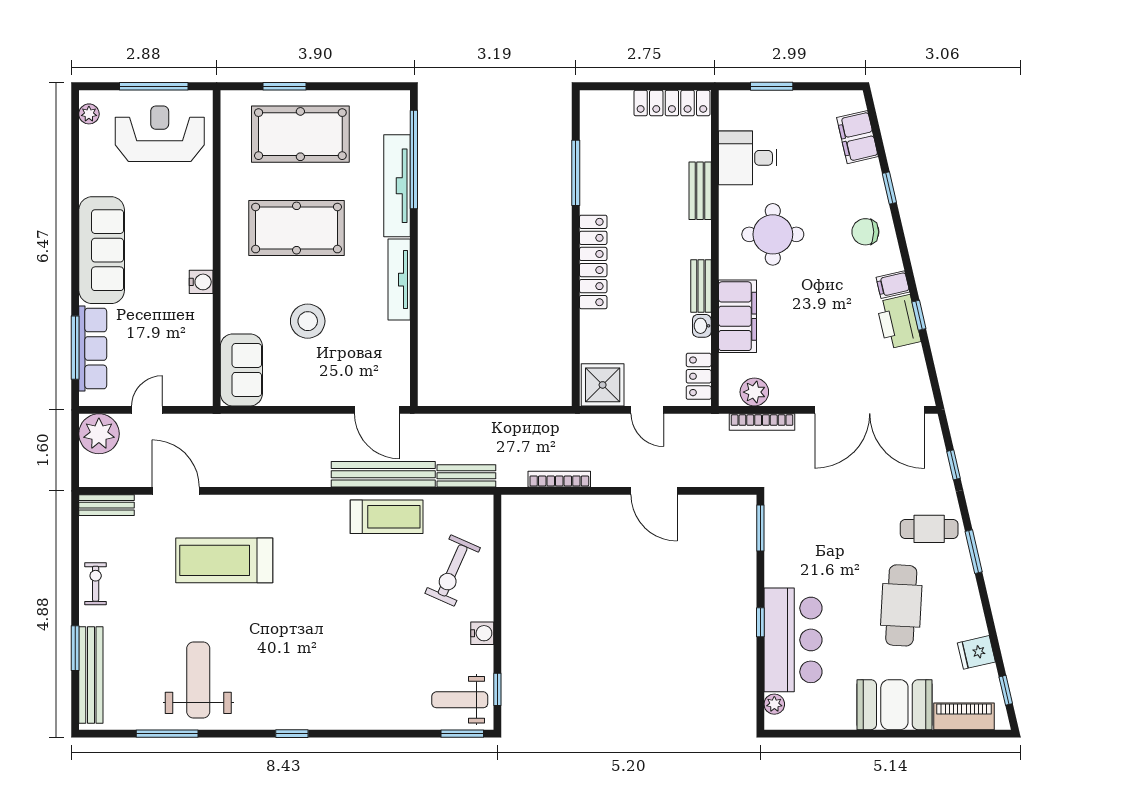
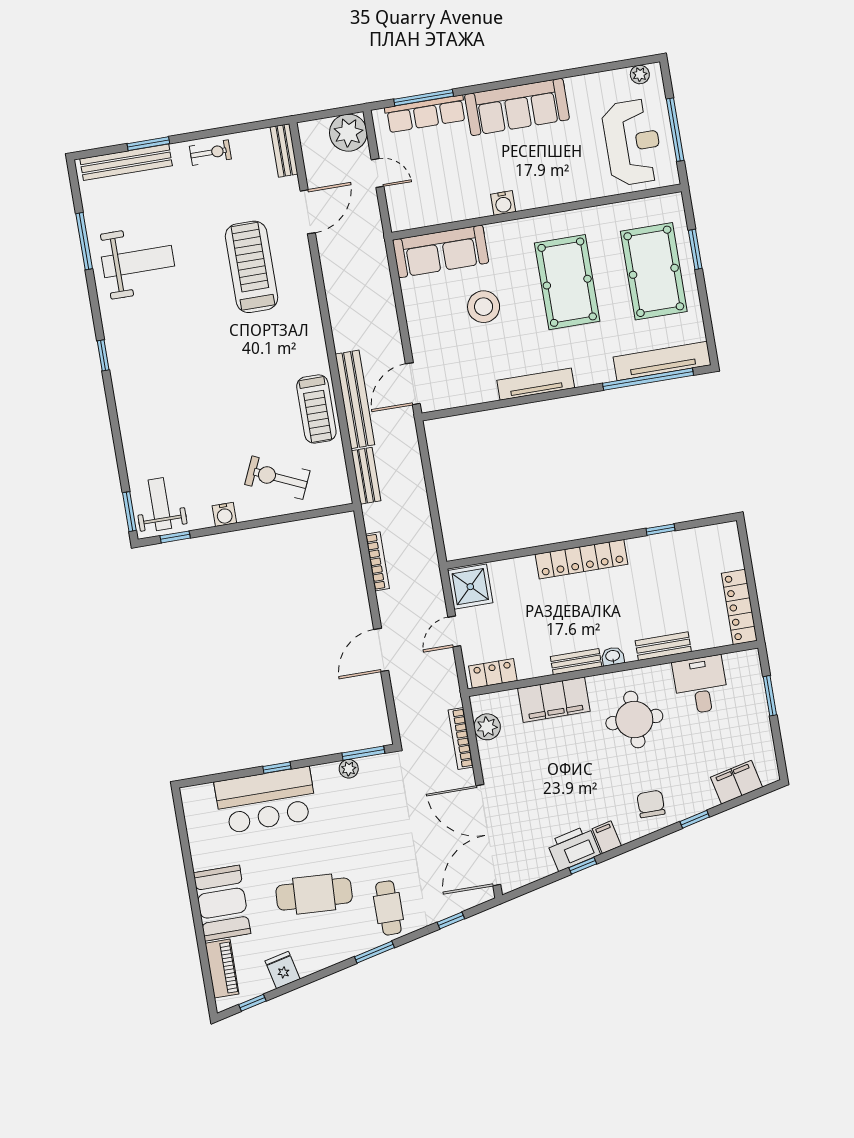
window: (576, 173) -> (660, 530), width x0.46
tv unit: (397, 186) -> (662, 361), moved
washbasin: (702, 326) -> (613, 656), moved
sofa: (241, 370) -> (441, 251), width x1.36
plant: (774, 704) -> (349, 769), moved

